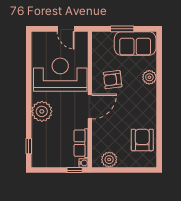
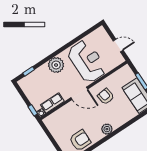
door: (66, 29) -> (118, 46), swing flipped
plant: (149, 77) -> (107, 129), moved
plant: (109, 160) -> (54, 128), removed

